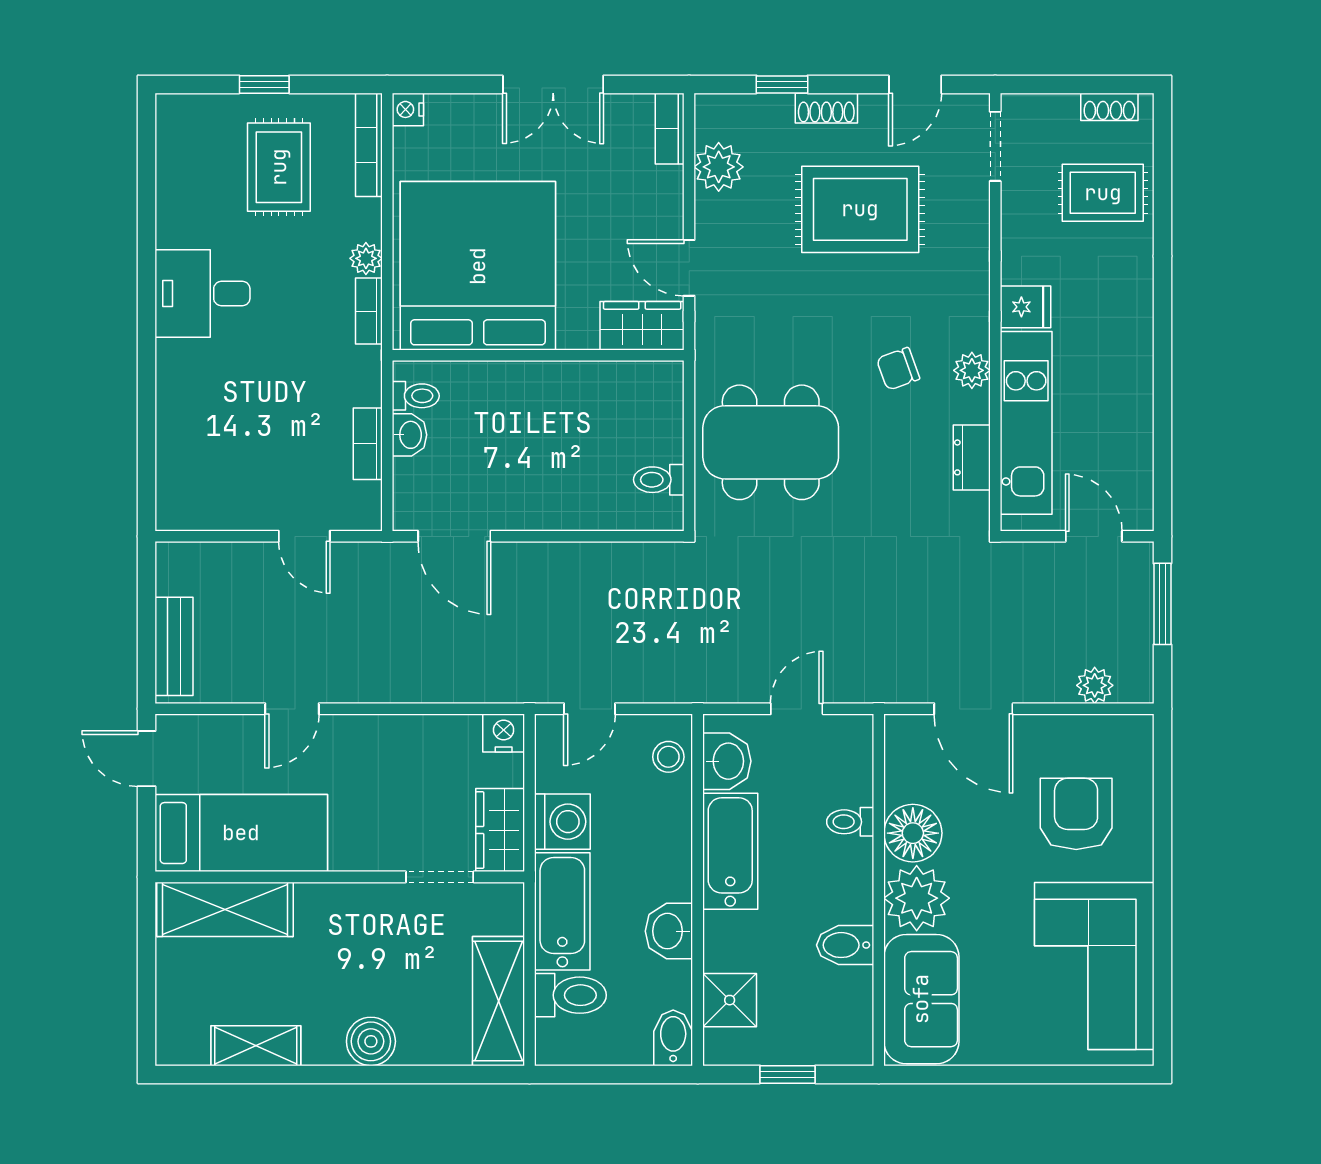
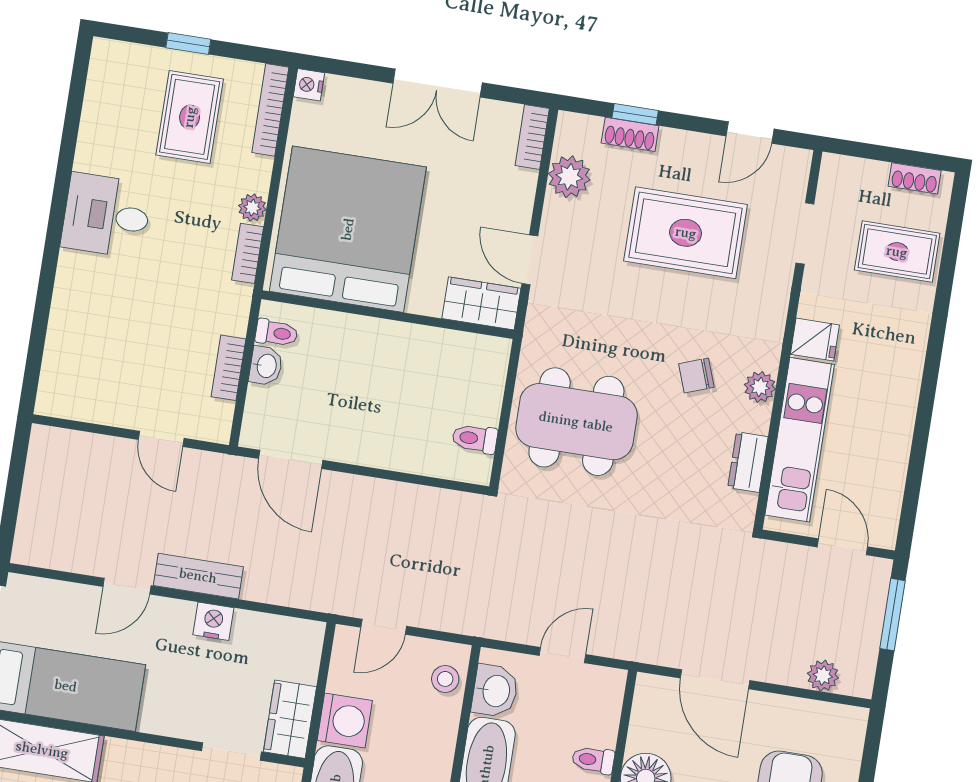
shoe rack: (826, 108) -> (630, 134), moved
doorway: (995, 146) -> (805, 233), moved
bench: (174, 646) -> (198, 576), moved, turned 90
nightstand: (504, 733) -> (213, 621), moved

